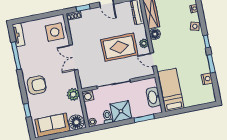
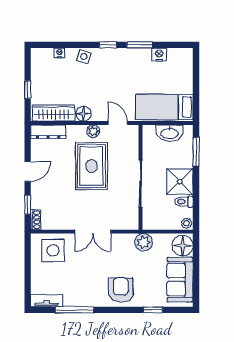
door: (153, 59) -> (118, 123), swing flipped
washing machine: (88, 96) -> (149, 223), removed

